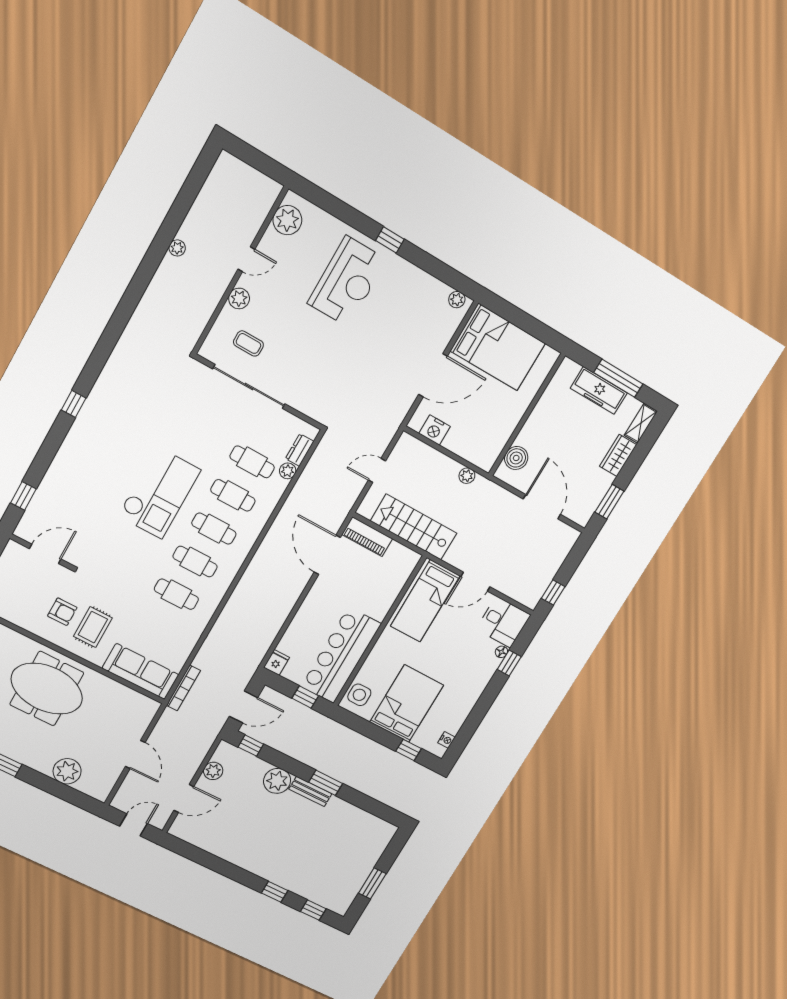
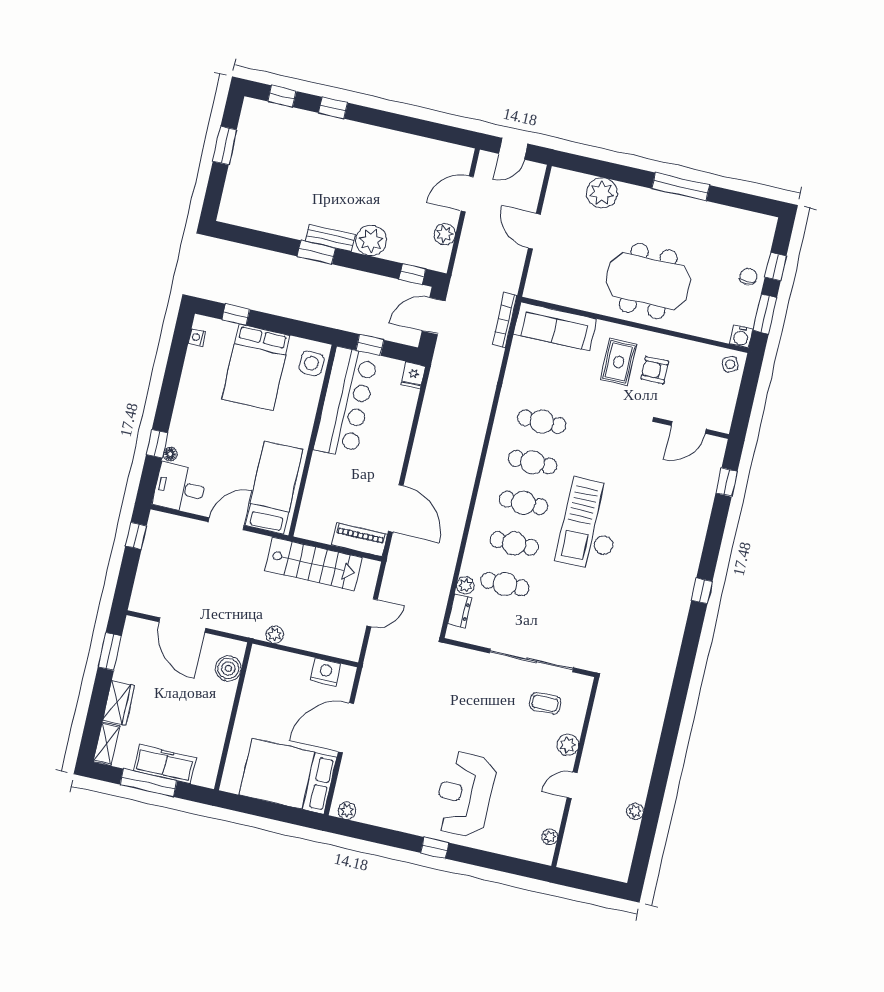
plant: (287, 220) -> (550, 837), width x0.53, depth x0.53
plant: (177, 248) -> (635, 811), moved

